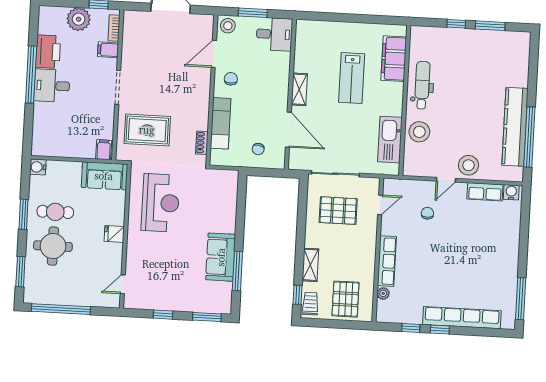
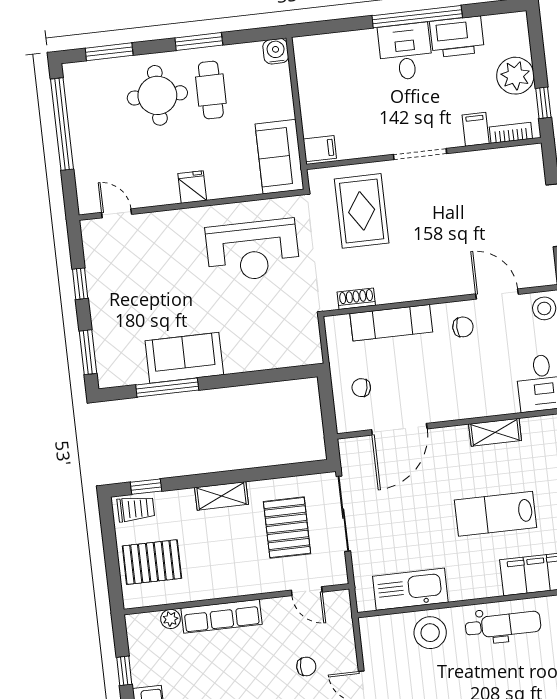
shelving: (299, 89) -> (495, 432), moved
shelving: (310, 265) -> (222, 496), moved

